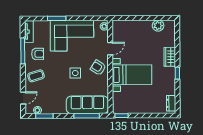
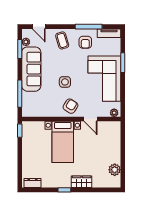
sofa: (87, 105) -> (31, 69), moved

